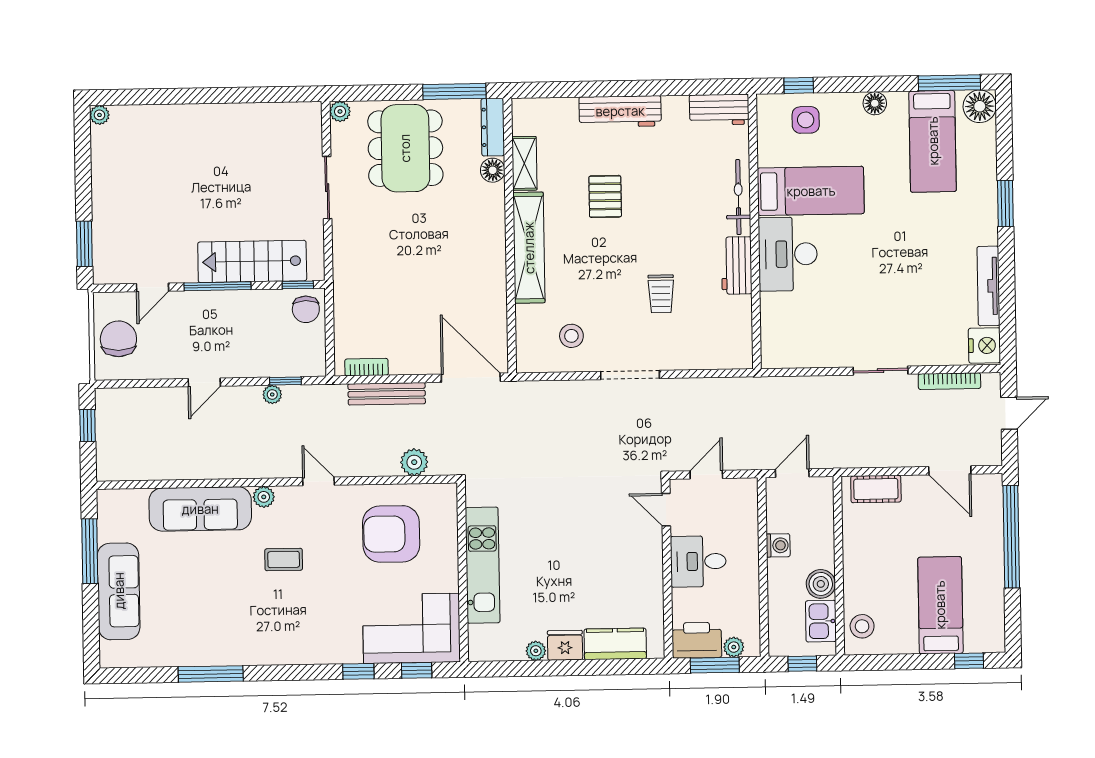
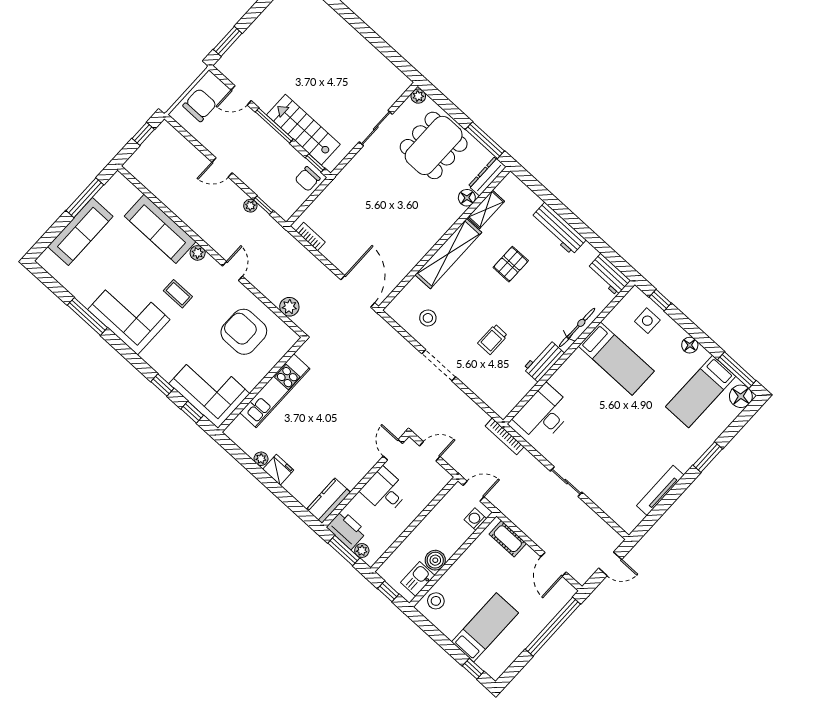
desk: (788, 254) -> (544, 414), moved
nightstand: (985, 345) -> (630, 518), removed
bookcase: (949, 381) -> (505, 436), moved
bench: (387, 394) -> (308, 259), removed
washing machine: (778, 545) -> (475, 519), moved, turned 180
corner sofa: (253, 631) -> (129, 315), added
kitchen counter: (615, 644) -> (328, 501), moved, turned -90

